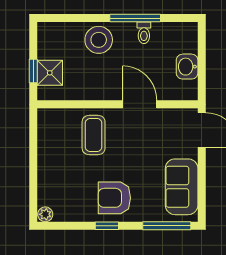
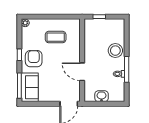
shower: (50, 73) -> (98, 25), removed
door: (140, 104) -> (82, 72), swing flipped
coffee table: (94, 135) -> (56, 37), moved
sofa: (182, 187) -> (30, 87), moved, turned 90

